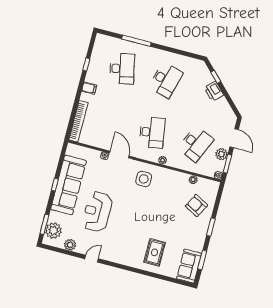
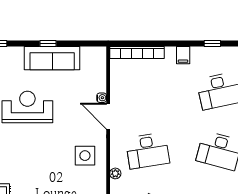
door: (119, 154) -> (108, 116), swing flipped
sofa: (69, 185) -> (52, 58), width x0.74, depth x0.79

